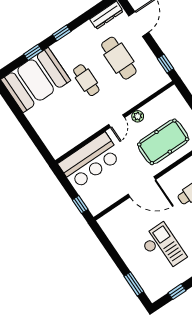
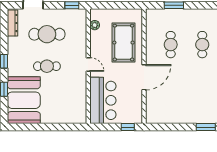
plant: (138, 116) -> (95, 25), moved
checkout: (163, 248) -> (195, 91), removed

